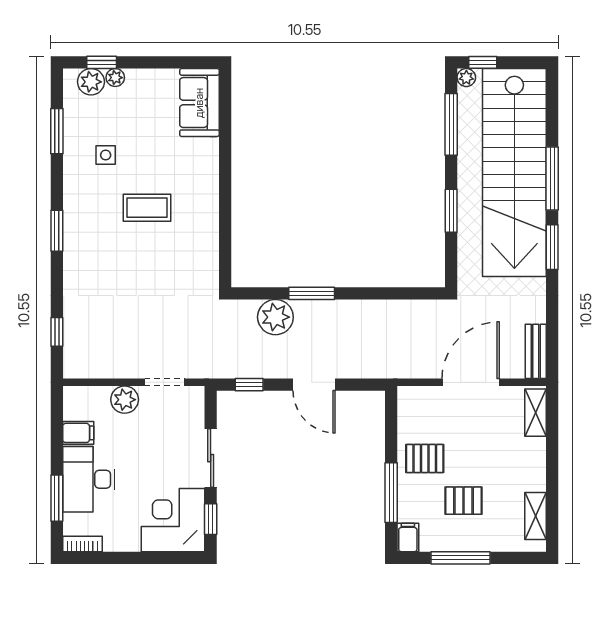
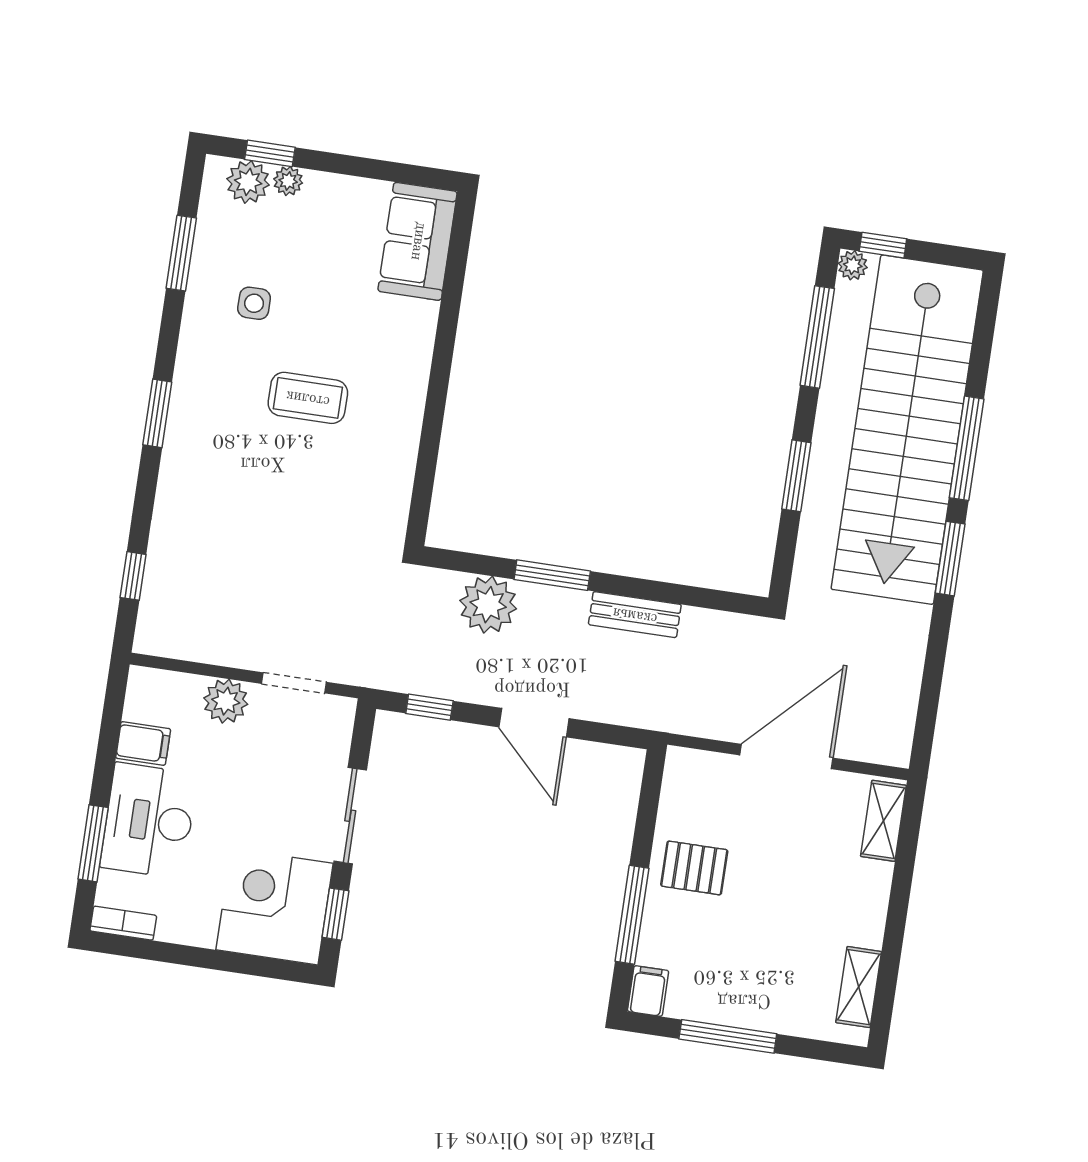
bench: (536, 351) -> (635, 615), moved, turned 90
pallet: (464, 501) -> (746, 945), removed

